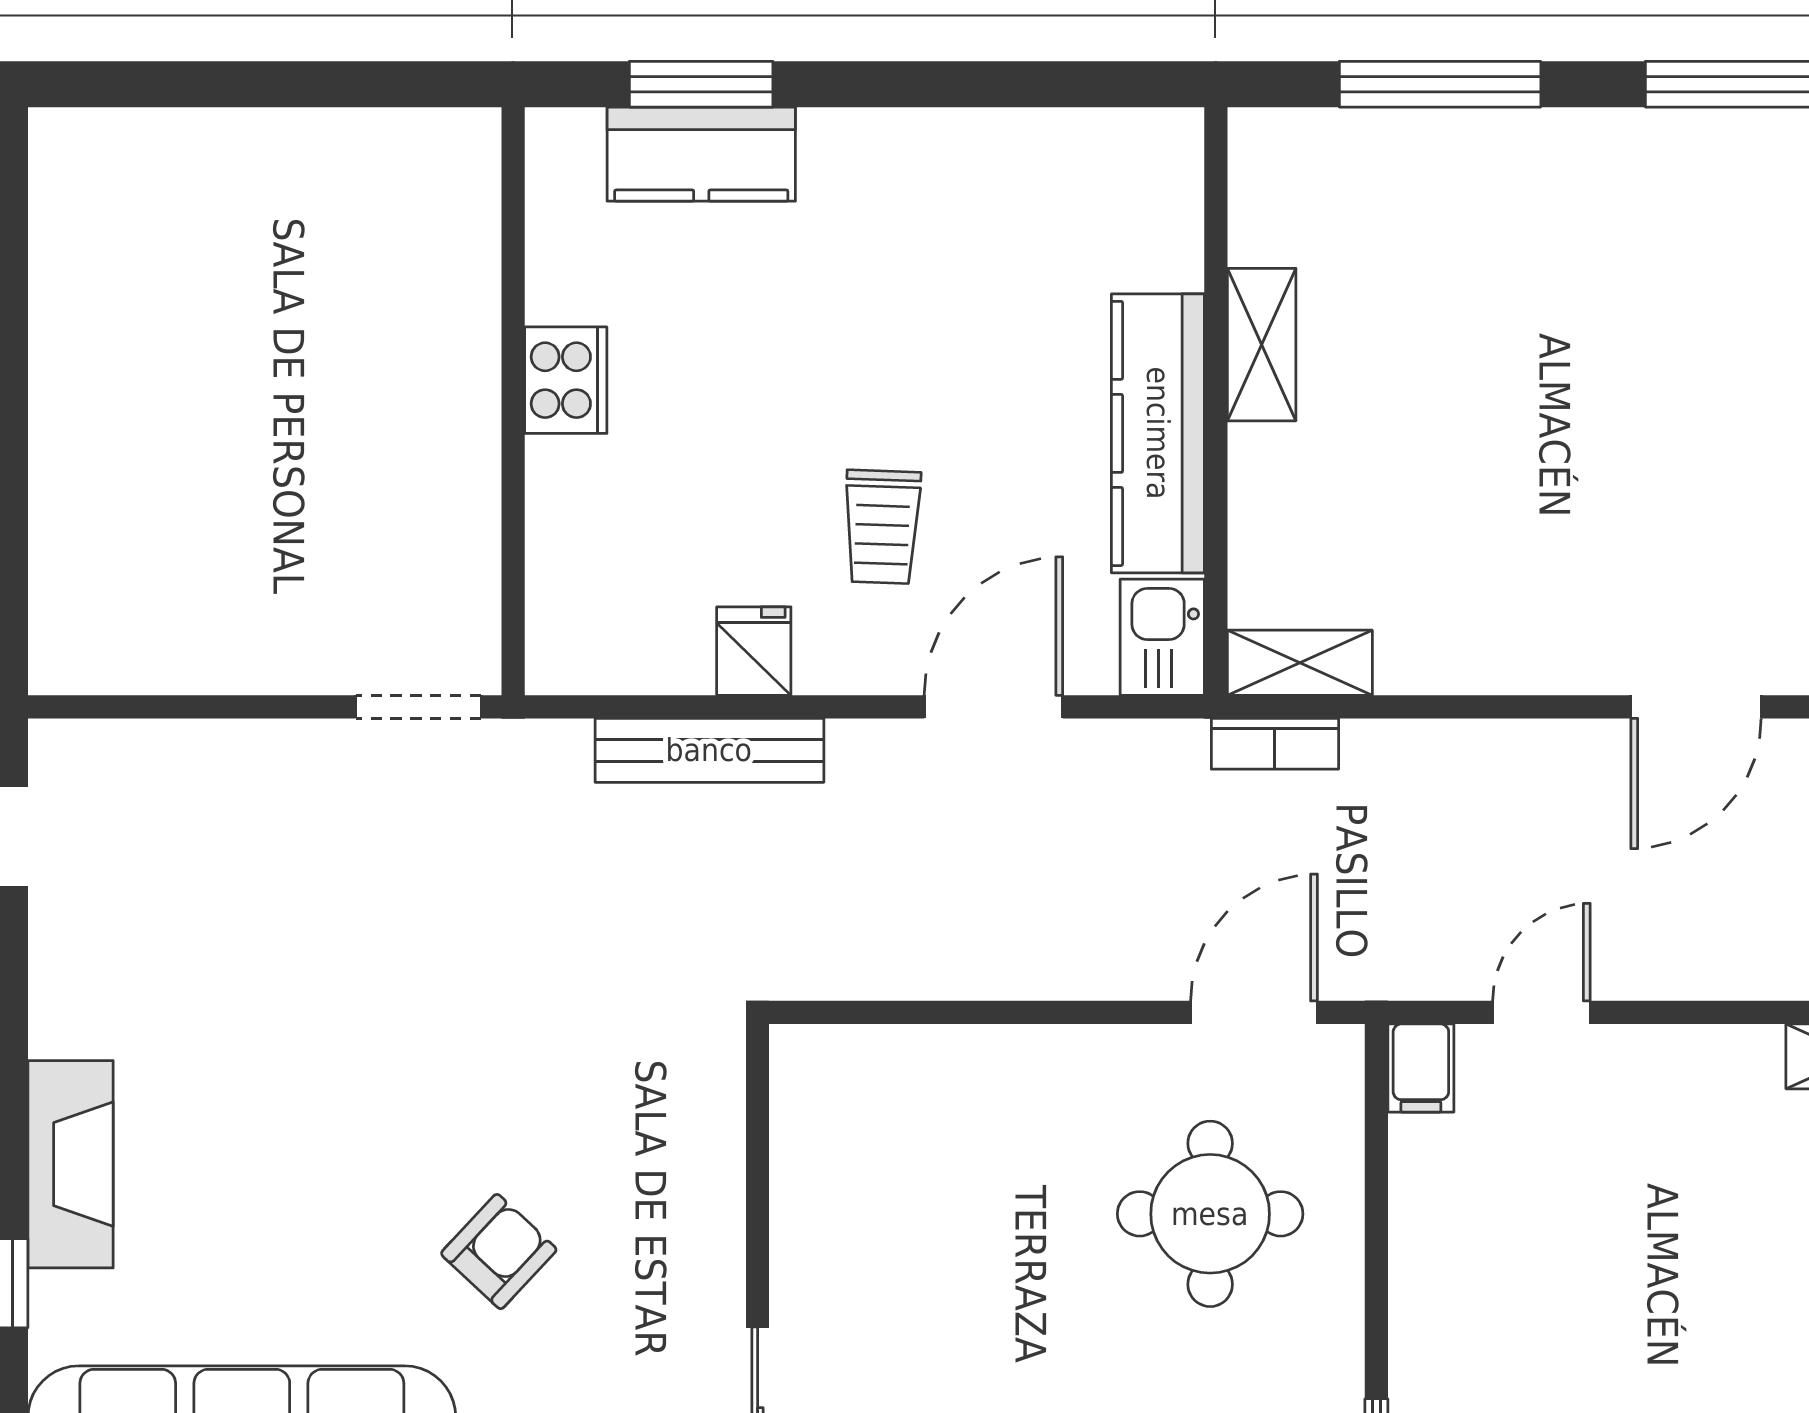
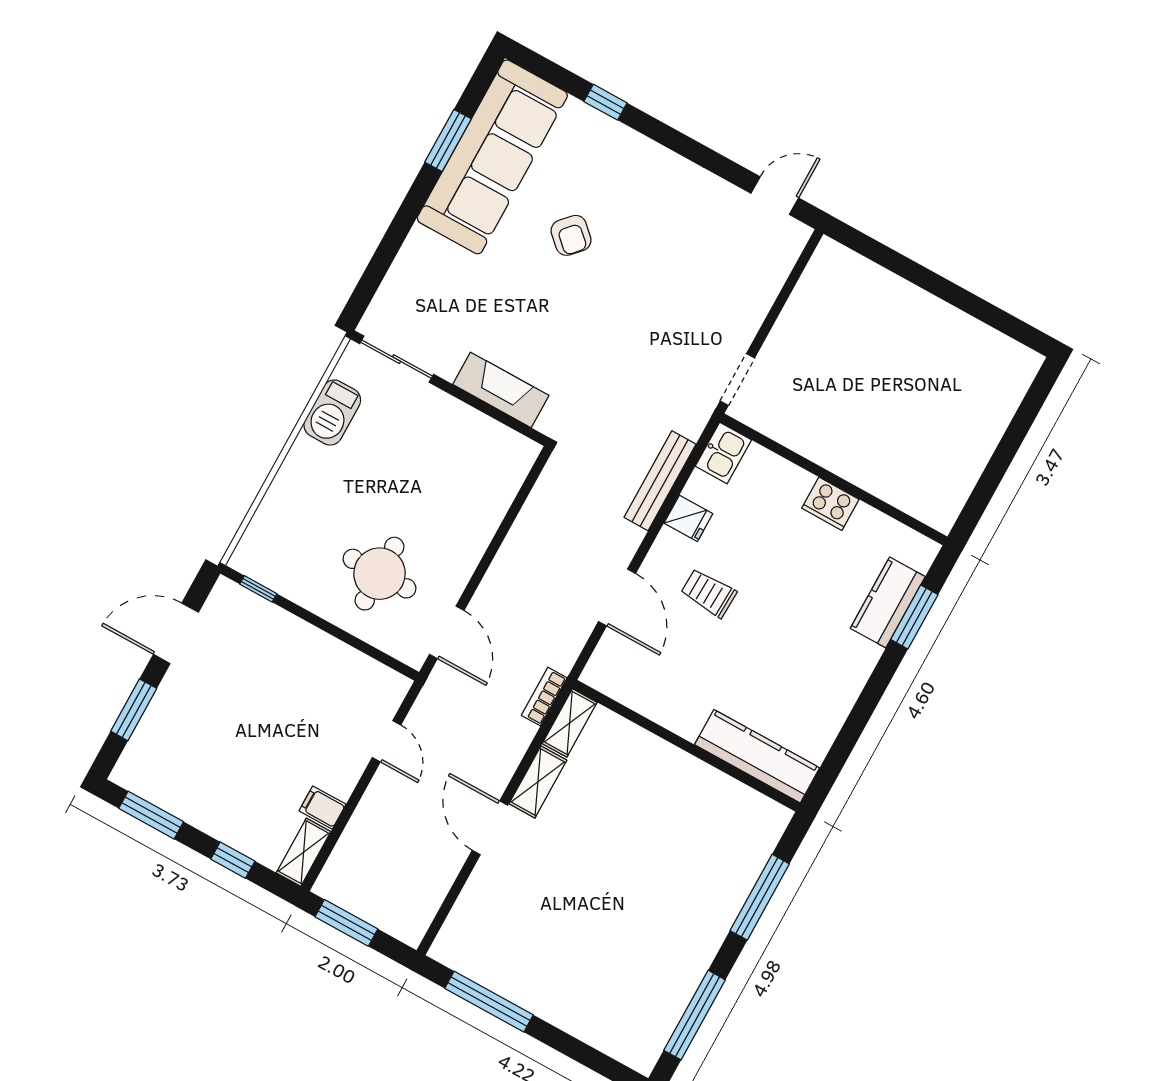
shelving: (1262, 345) -> (538, 782), moved, turned 90
kitchen counter: (1158, 433) -> (757, 756), moved
kitchen sink: (1162, 637) -> (723, 453), moved, turned 90
door: (1696, 707) -> (490, 828), moved
filing cabinet: (1421, 1068) -> (322, 808), moved
fireplace: (71, 1164) -> (501, 390), moved, turned 180
armchair: (499, 1252) -> (571, 235), moved

